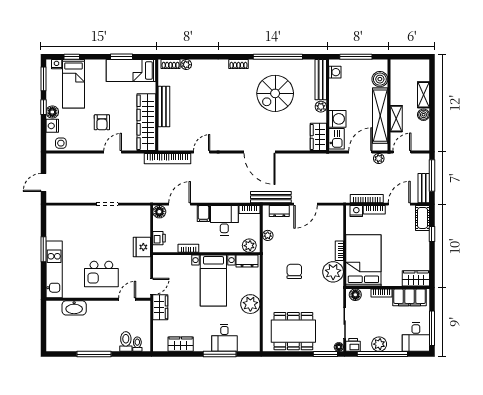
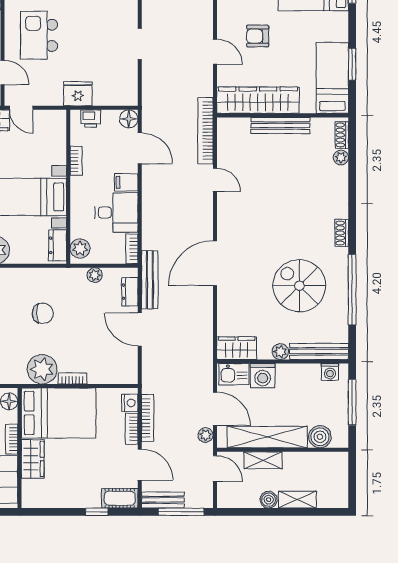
wardrobe: (416, 278) -> (33, 459), moved

